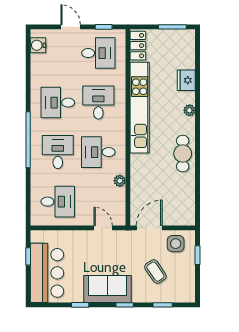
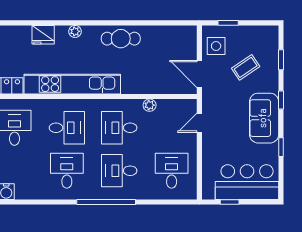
desk: (58, 103) -> (67, 171), turned 180
desk: (98, 103) -> (67, 128), turned 180
desk: (98, 152) -> (119, 128), turned 90

